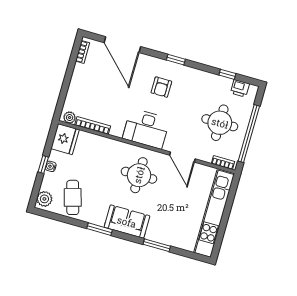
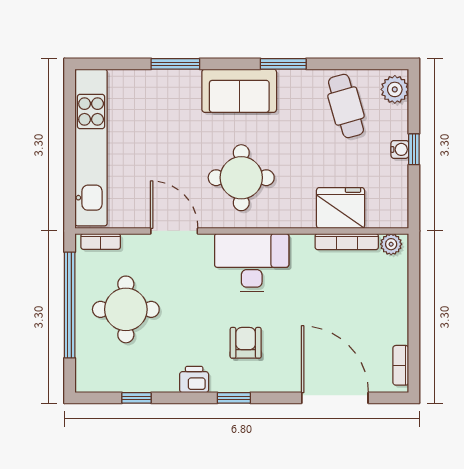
printer: (240, 88) -> (194, 380), moved
fridge: (65, 139) -> (340, 208), moved, turned 90

